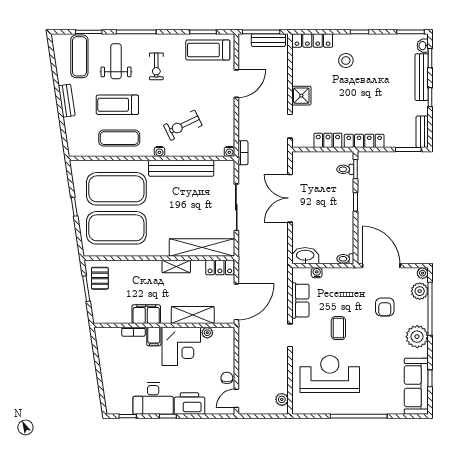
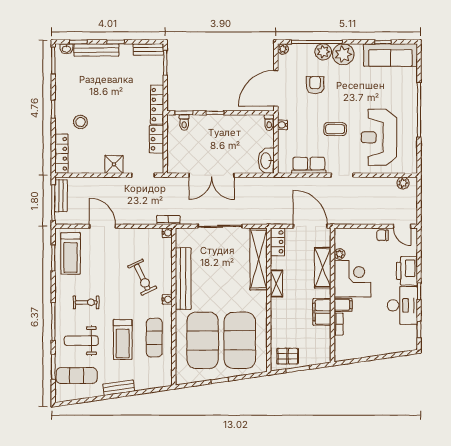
water cooler: (317, 273) -> (282, 125), moved
plant: (420, 291) -> (323, 52), moved
armchair: (385, 307) -> (315, 85), turned -90

